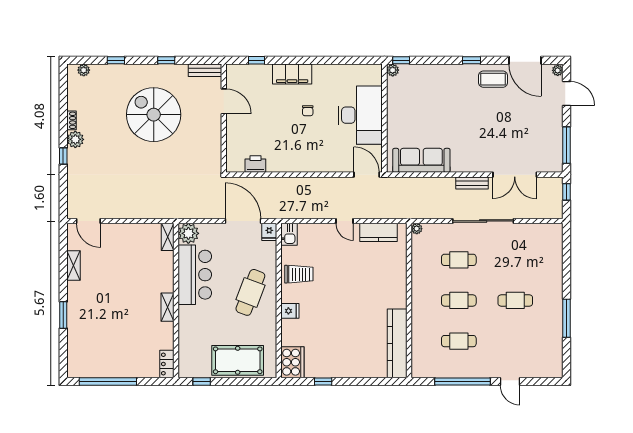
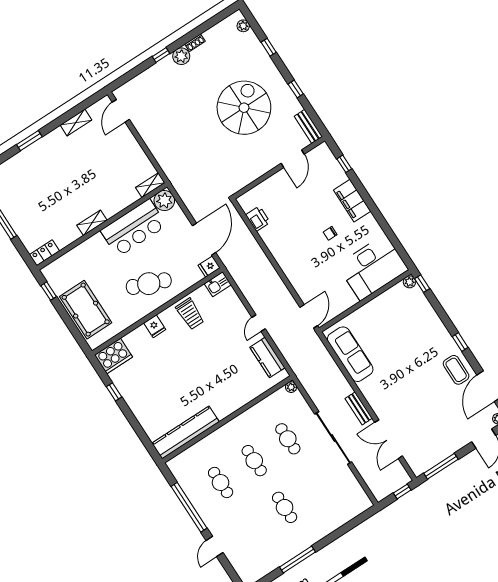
desk: (360, 115) -> (373, 267), moved

